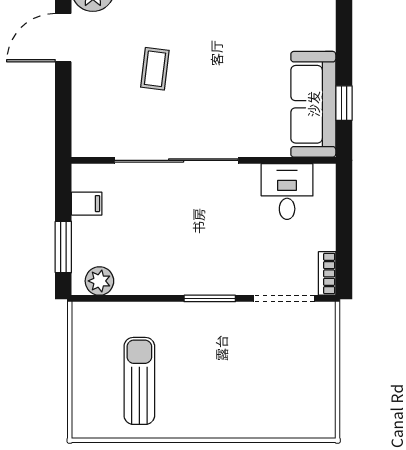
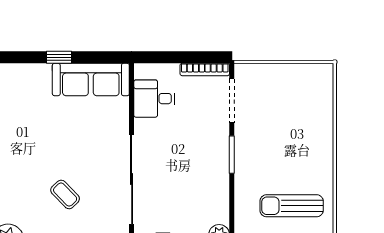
coffee table: (155, 69) -> (65, 194), turned 39
window: (344, 103) -> (59, 57), moved
bookcase: (327, 273) -> (205, 70), width x1.56

